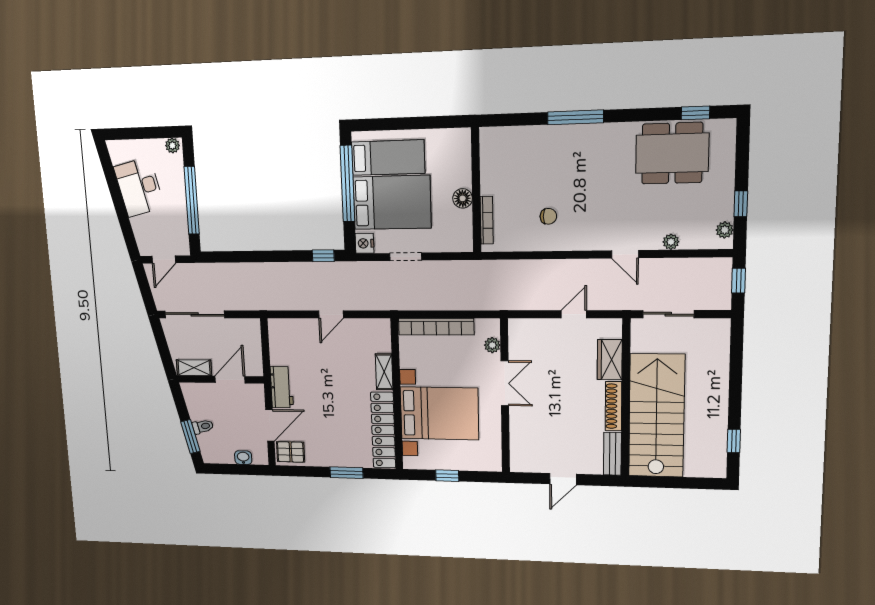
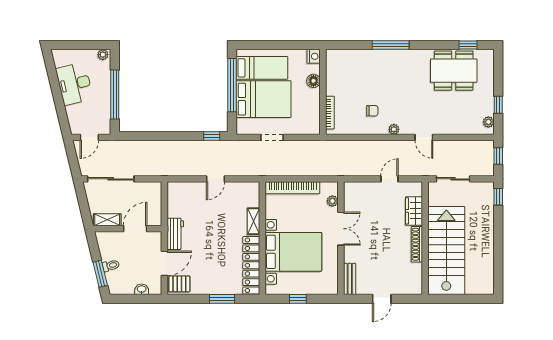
floor lamp: (463, 198) -> (313, 81), moved
plant: (671, 242) -> (394, 129), moved
nightstand: (365, 243) -> (314, 56), moved, turned 180
window: (734, 441) -> (498, 197), moved
bench: (612, 454) -> (350, 279), moved

